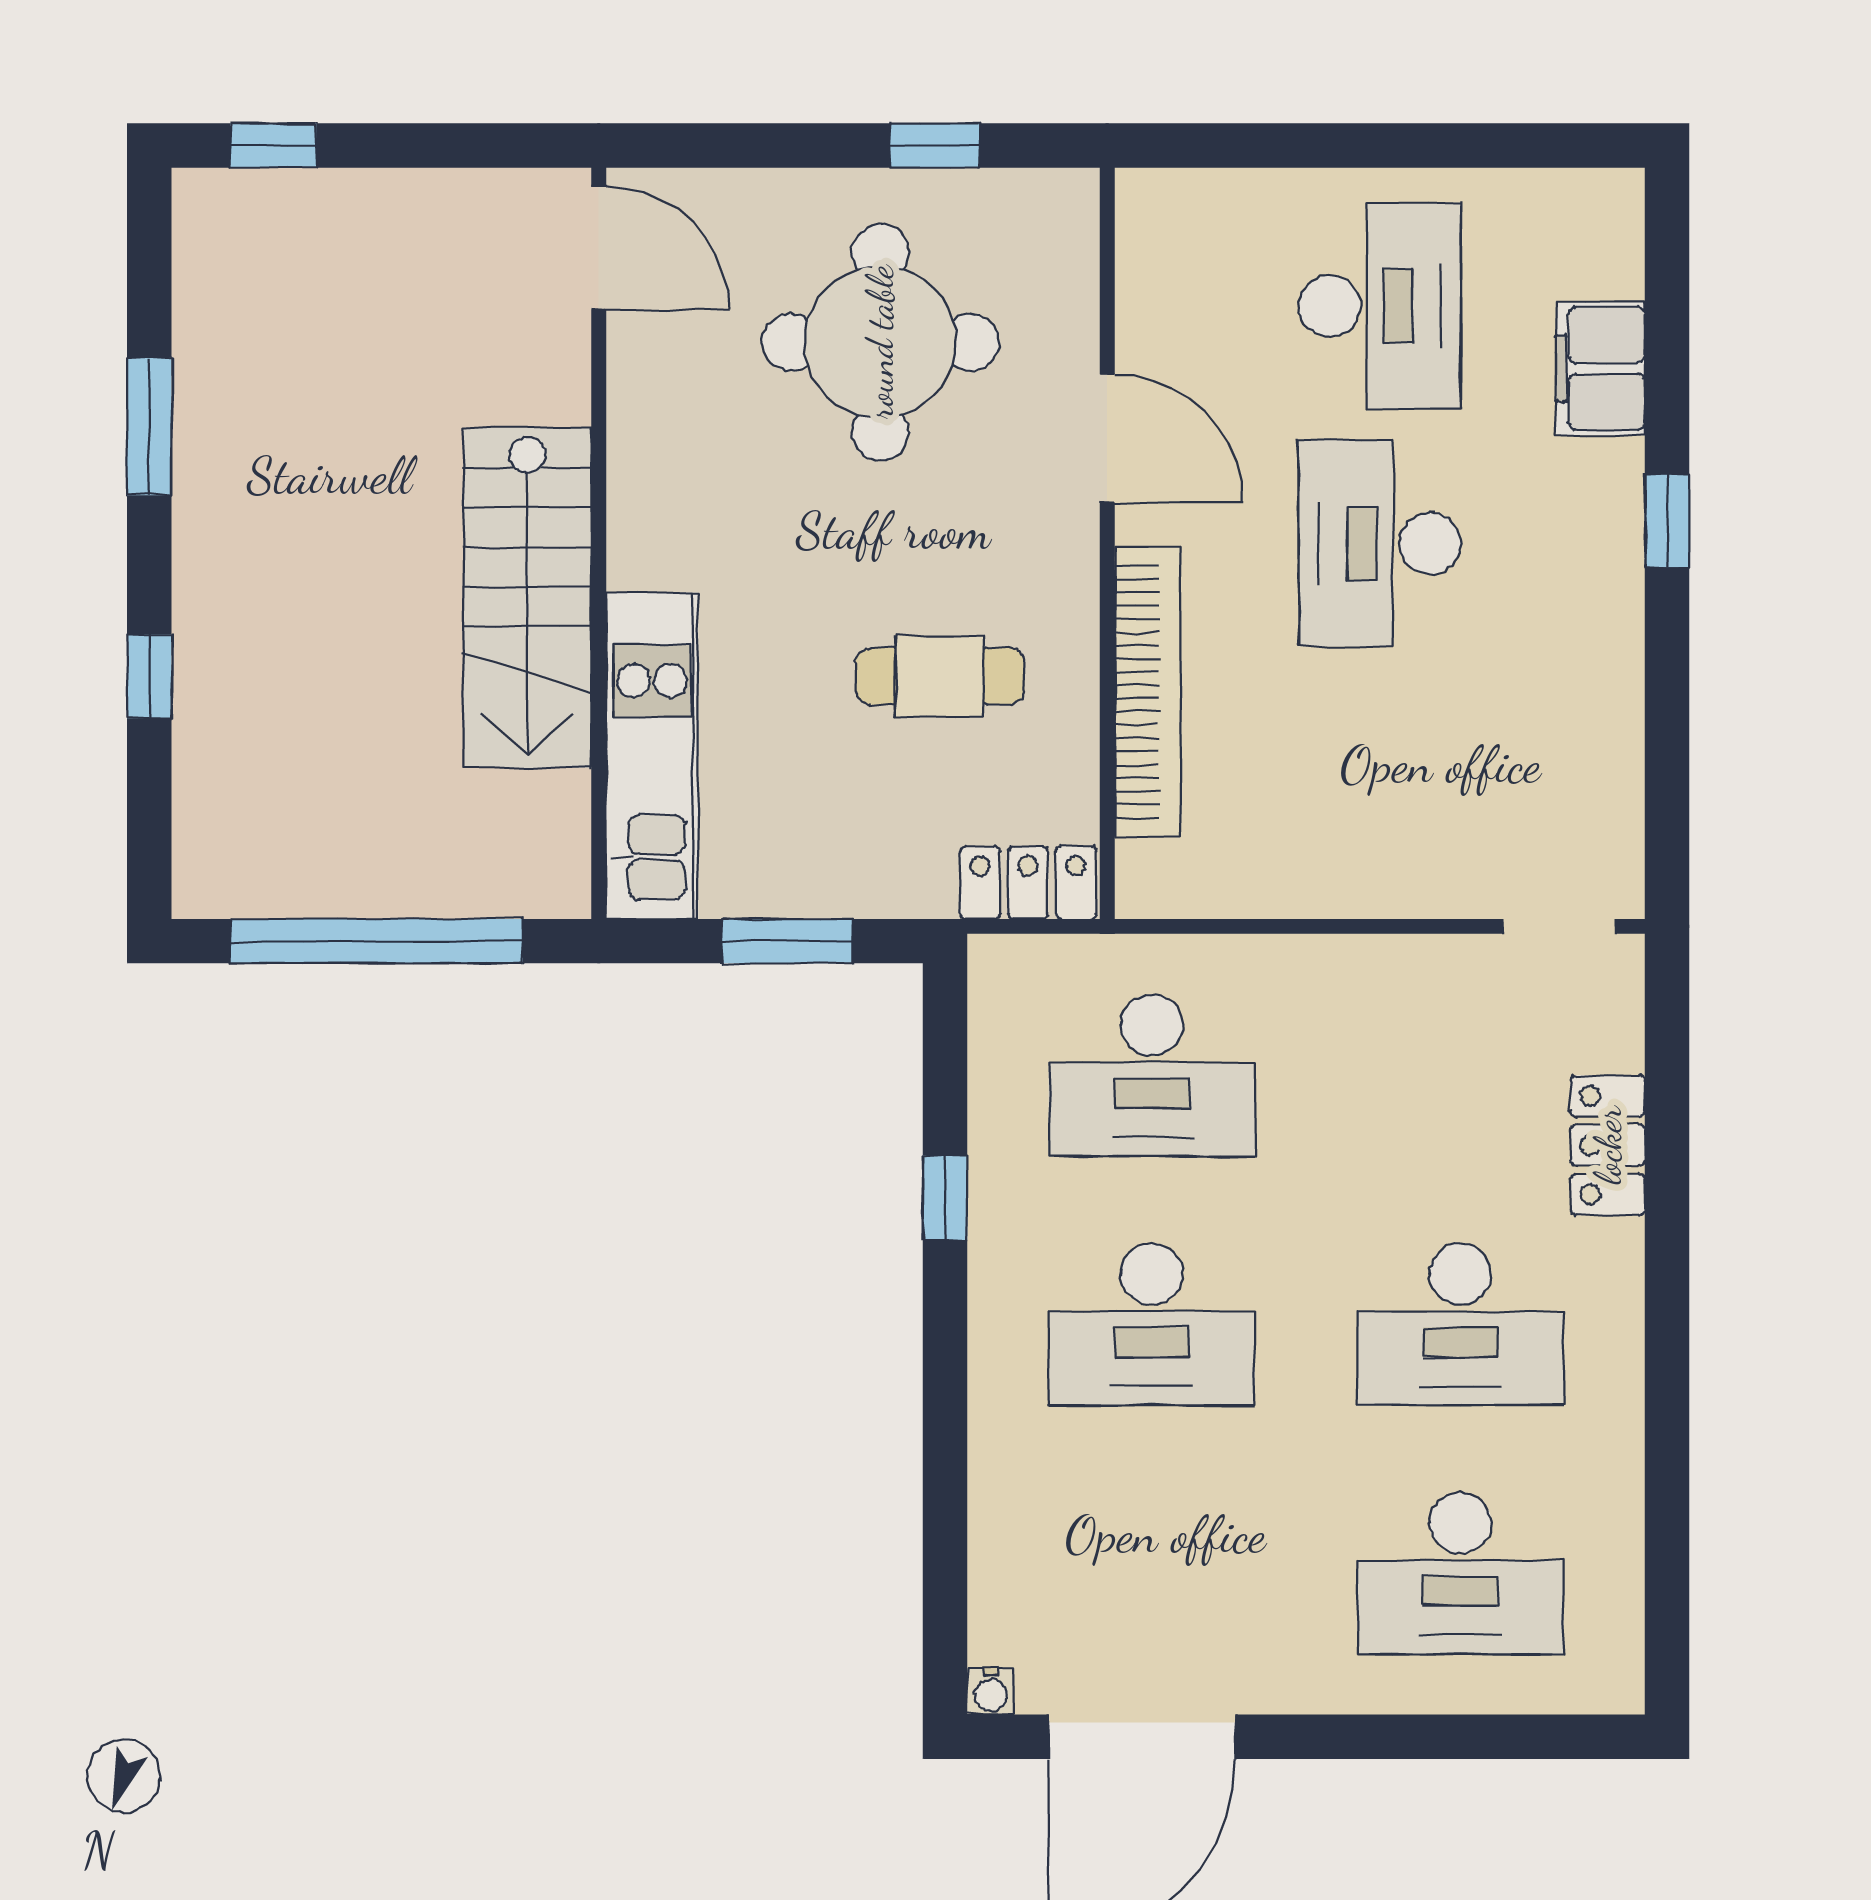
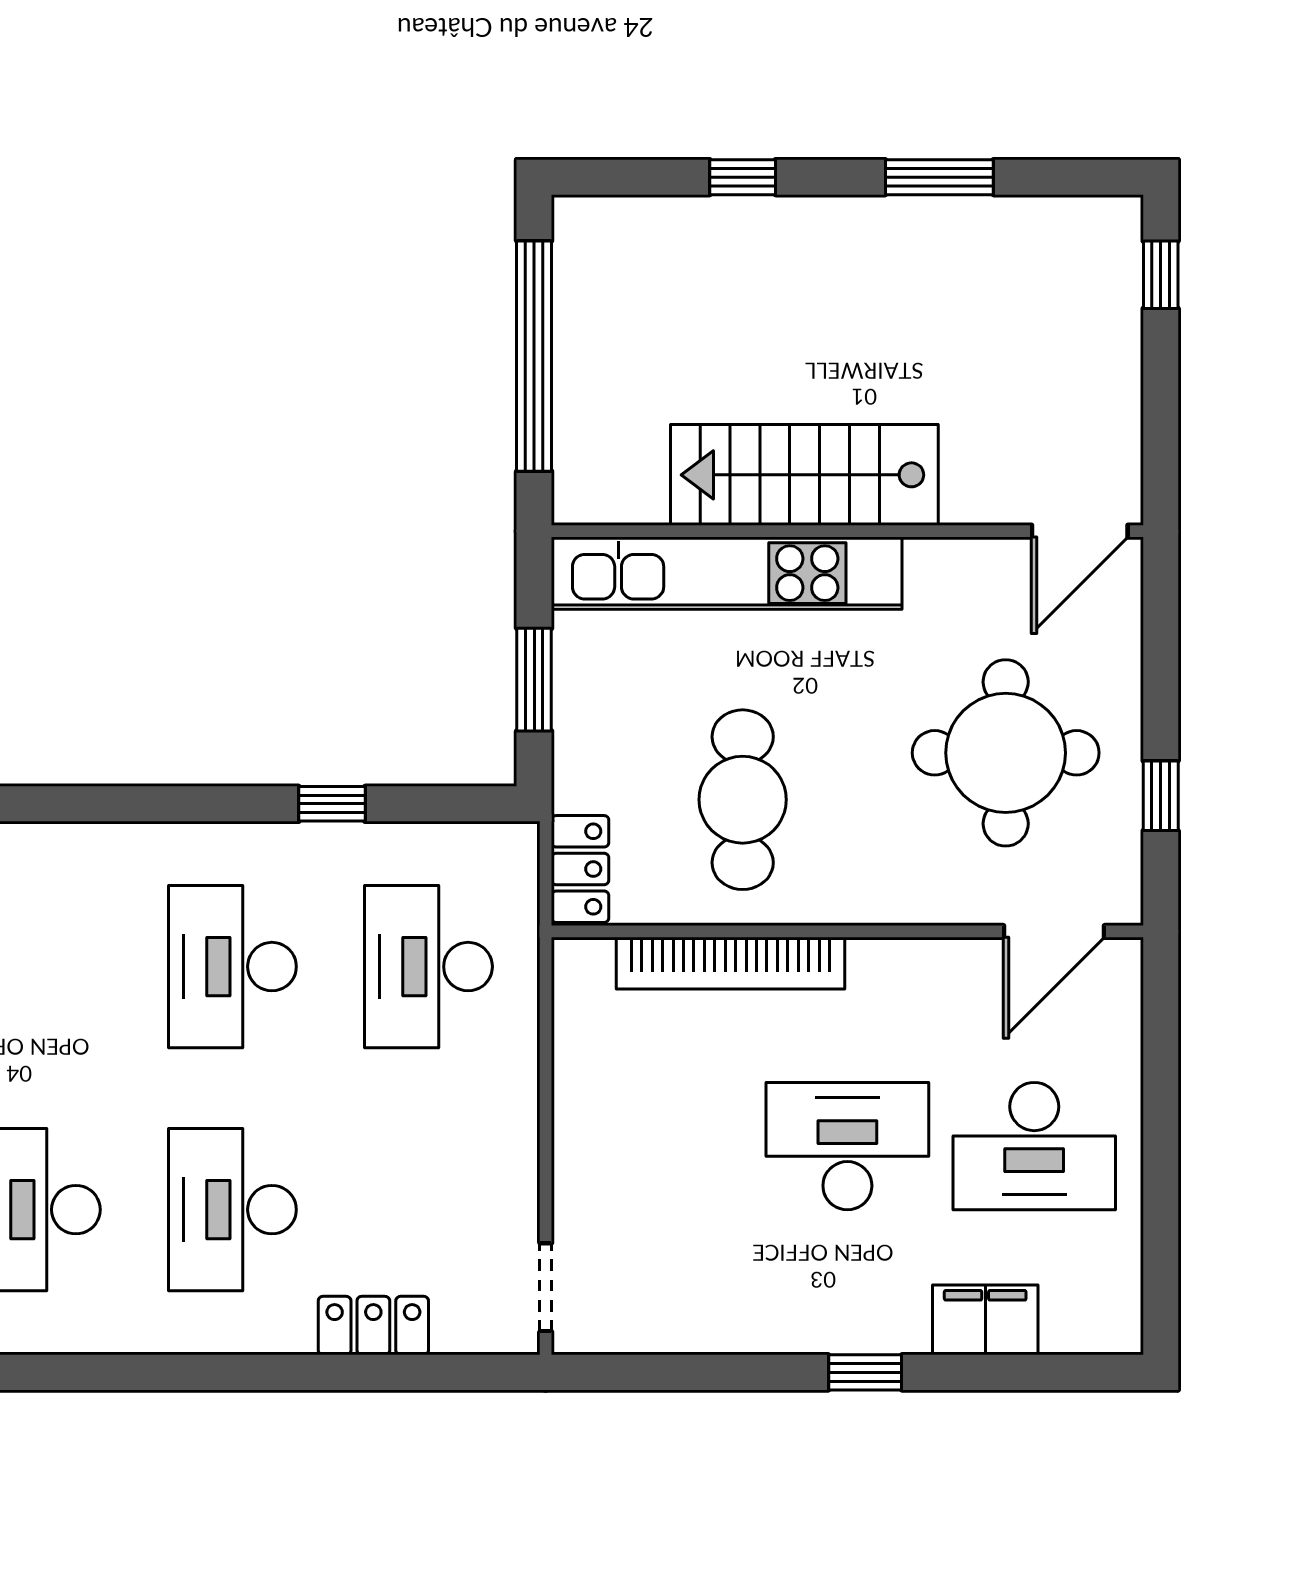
door: (1107, 438) -> (1054, 931), moved
cafe table: (940, 676) -> (743, 800), width x1.37, depth x1.35
kitchen unit: (652, 756) -> (727, 573), width x1.36

